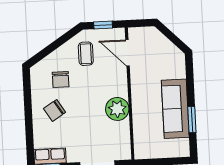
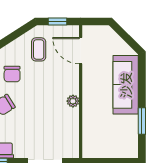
plant: (117, 109) -> (73, 101), width x0.53, depth x0.53
sofa: (175, 109) -> (126, 85), moved

